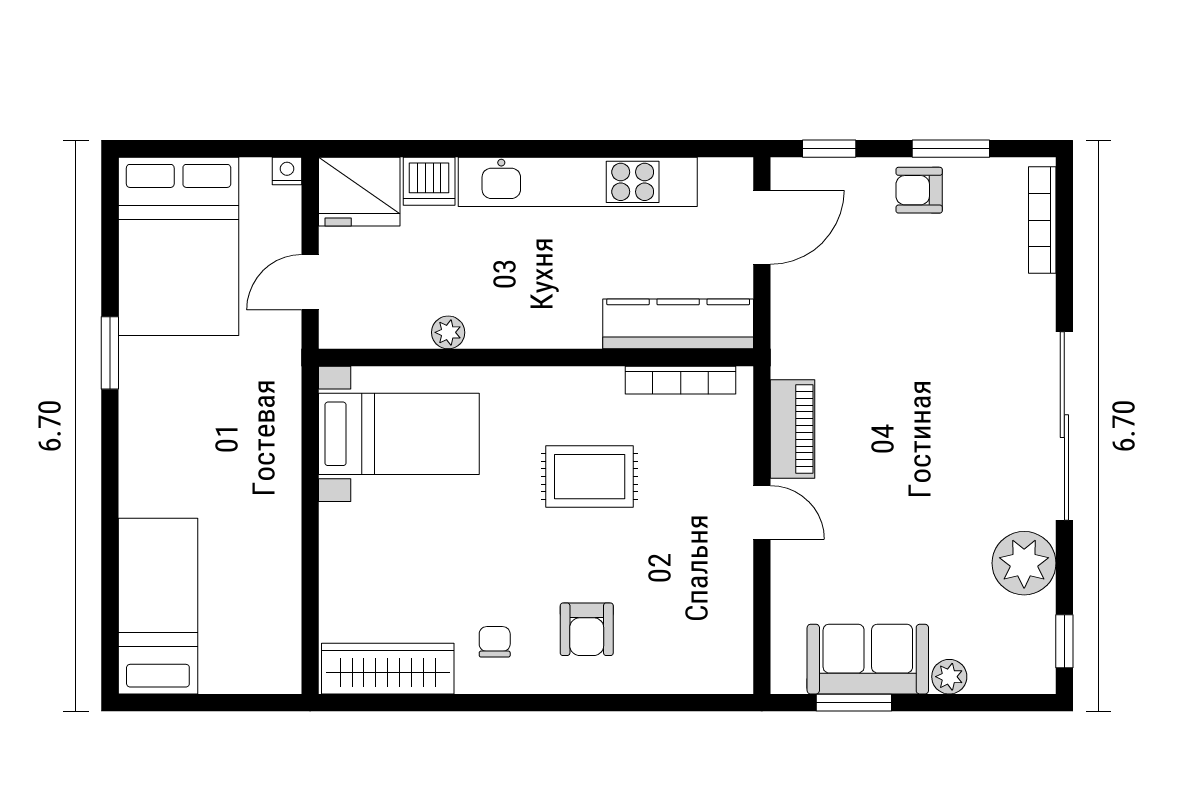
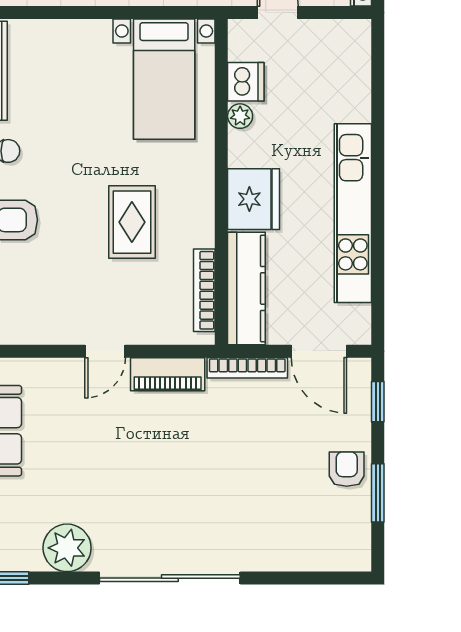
dishwasher: (429, 181) -> (246, 82), moved, turned 180
fridge: (359, 192) -> (253, 199), moved, turned 180
bookcase: (1042, 220) -> (247, 368), moved, turned 180

